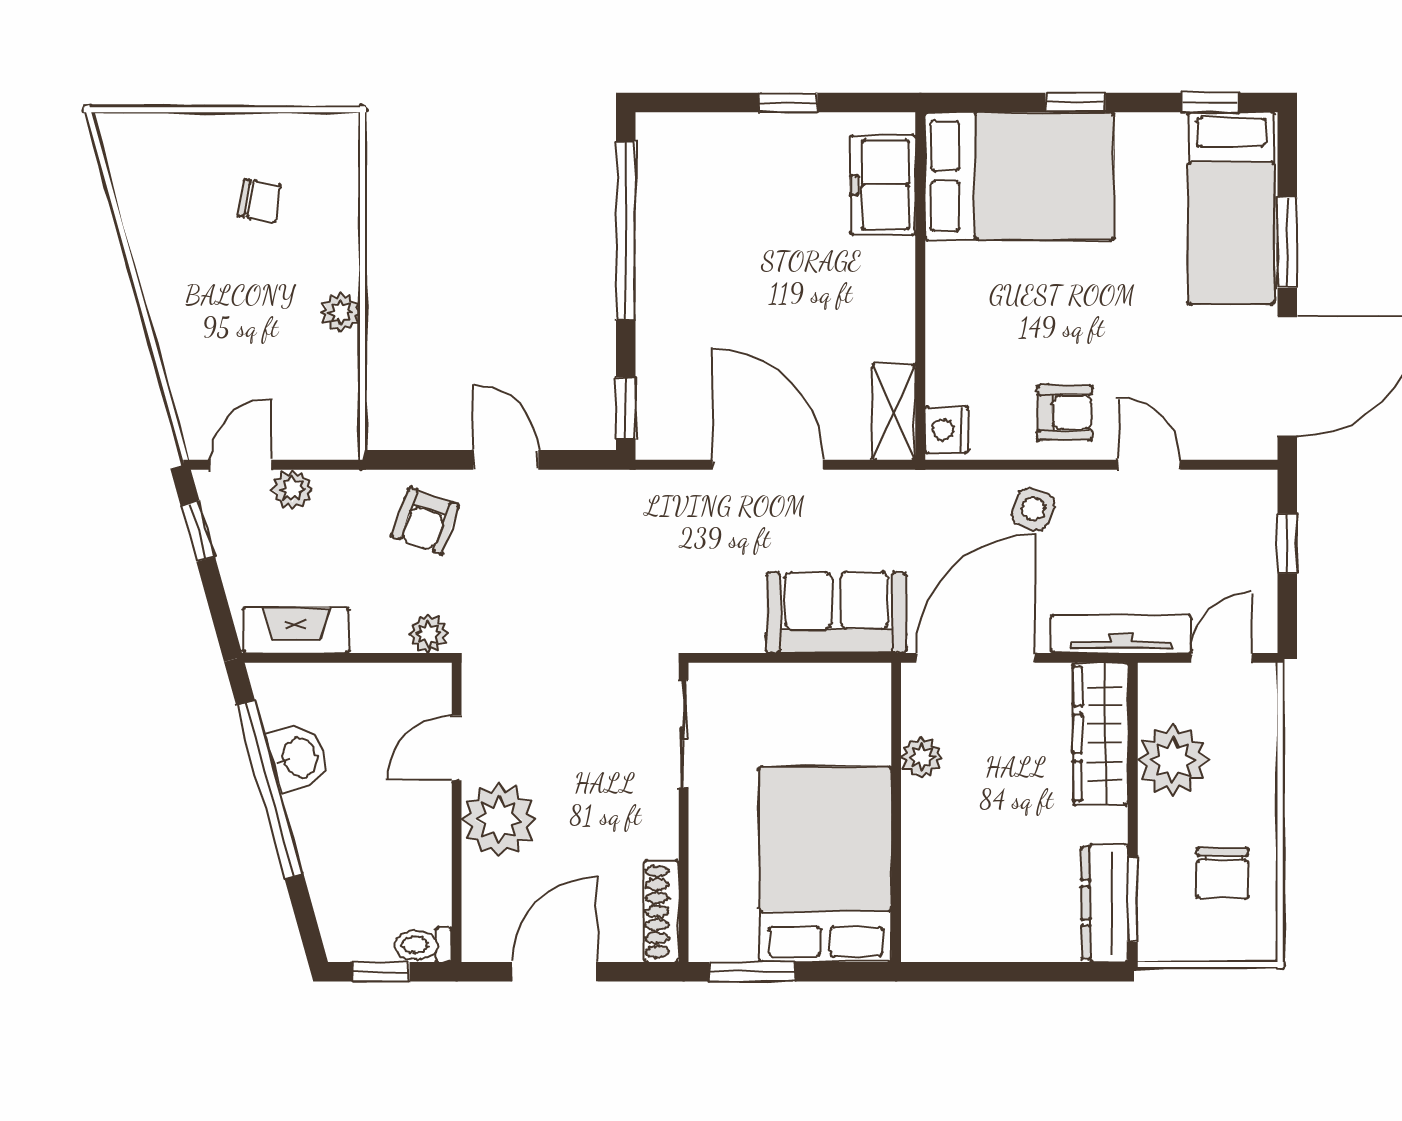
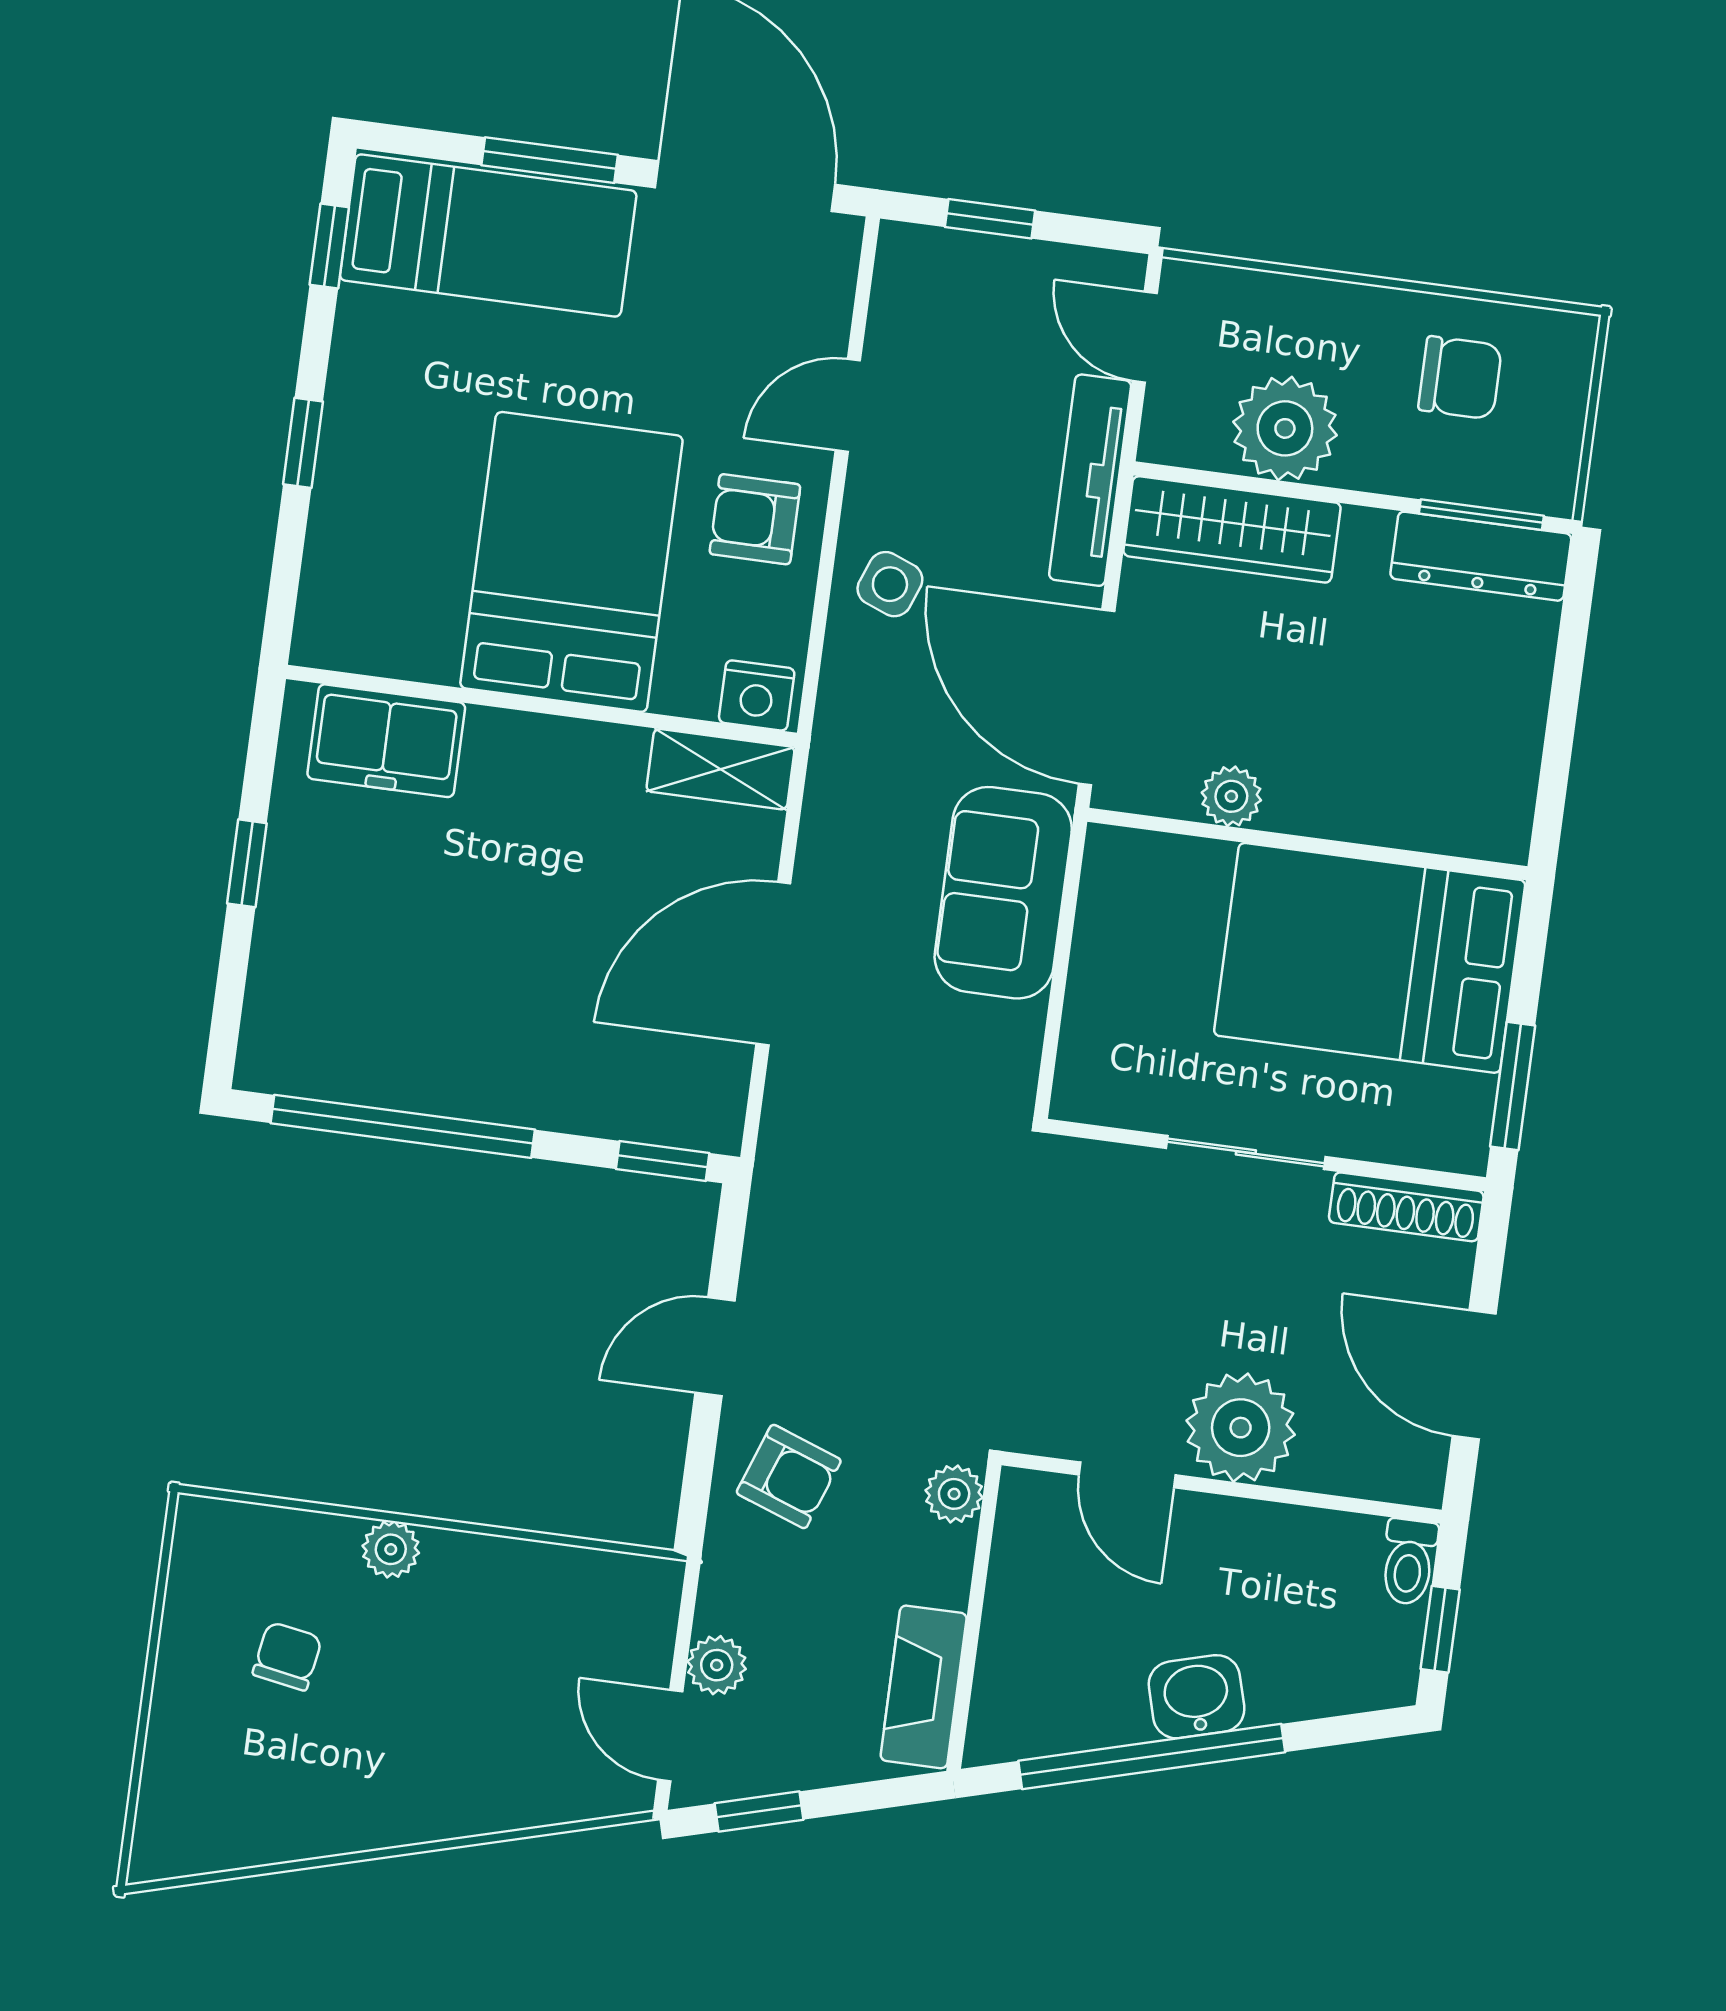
bed: (1020, 176) -> (571, 562), moved
plant: (341, 312) -> (391, 1549), moved
armchair: (1065, 413) -> (755, 519), turned -90
sliding door: (684, 734) -> (1246, 1152), moved
washbasin: (298, 758) -> (1197, 1697), moved

